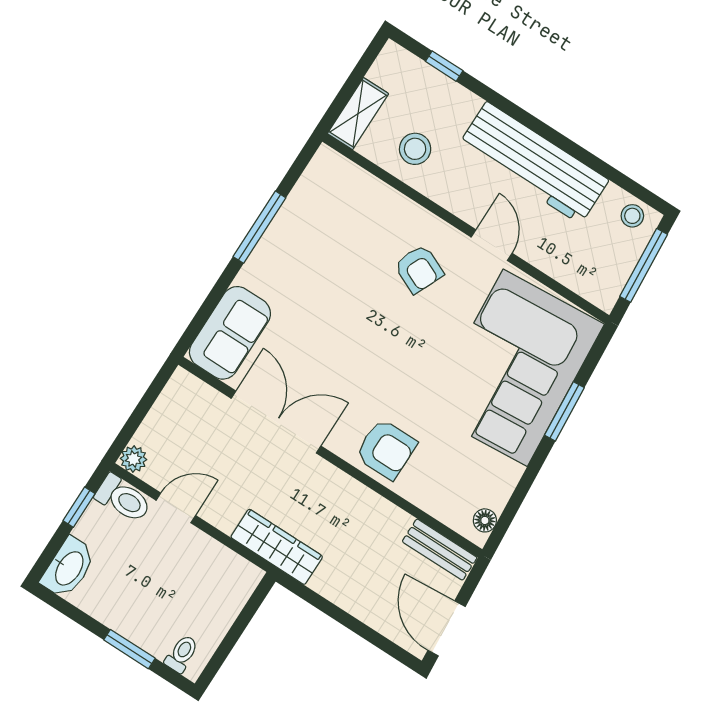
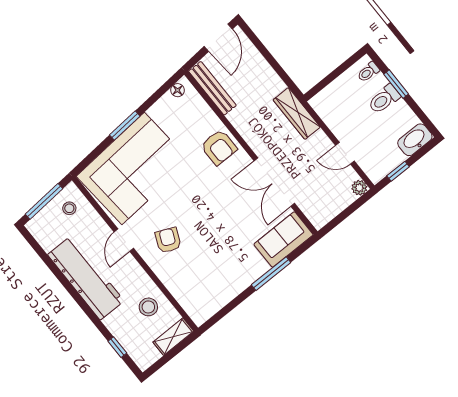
stool: (632, 216) -> (69, 208), moved
window: (259, 227) -> (271, 274), moved
window: (564, 411) -> (125, 126), moved
armchair: (386, 449) -> (219, 147), turned 180
toilet: (123, 499) -> (384, 99), moved, turned -90
bench: (440, 550) -> (212, 88), width x1.36

